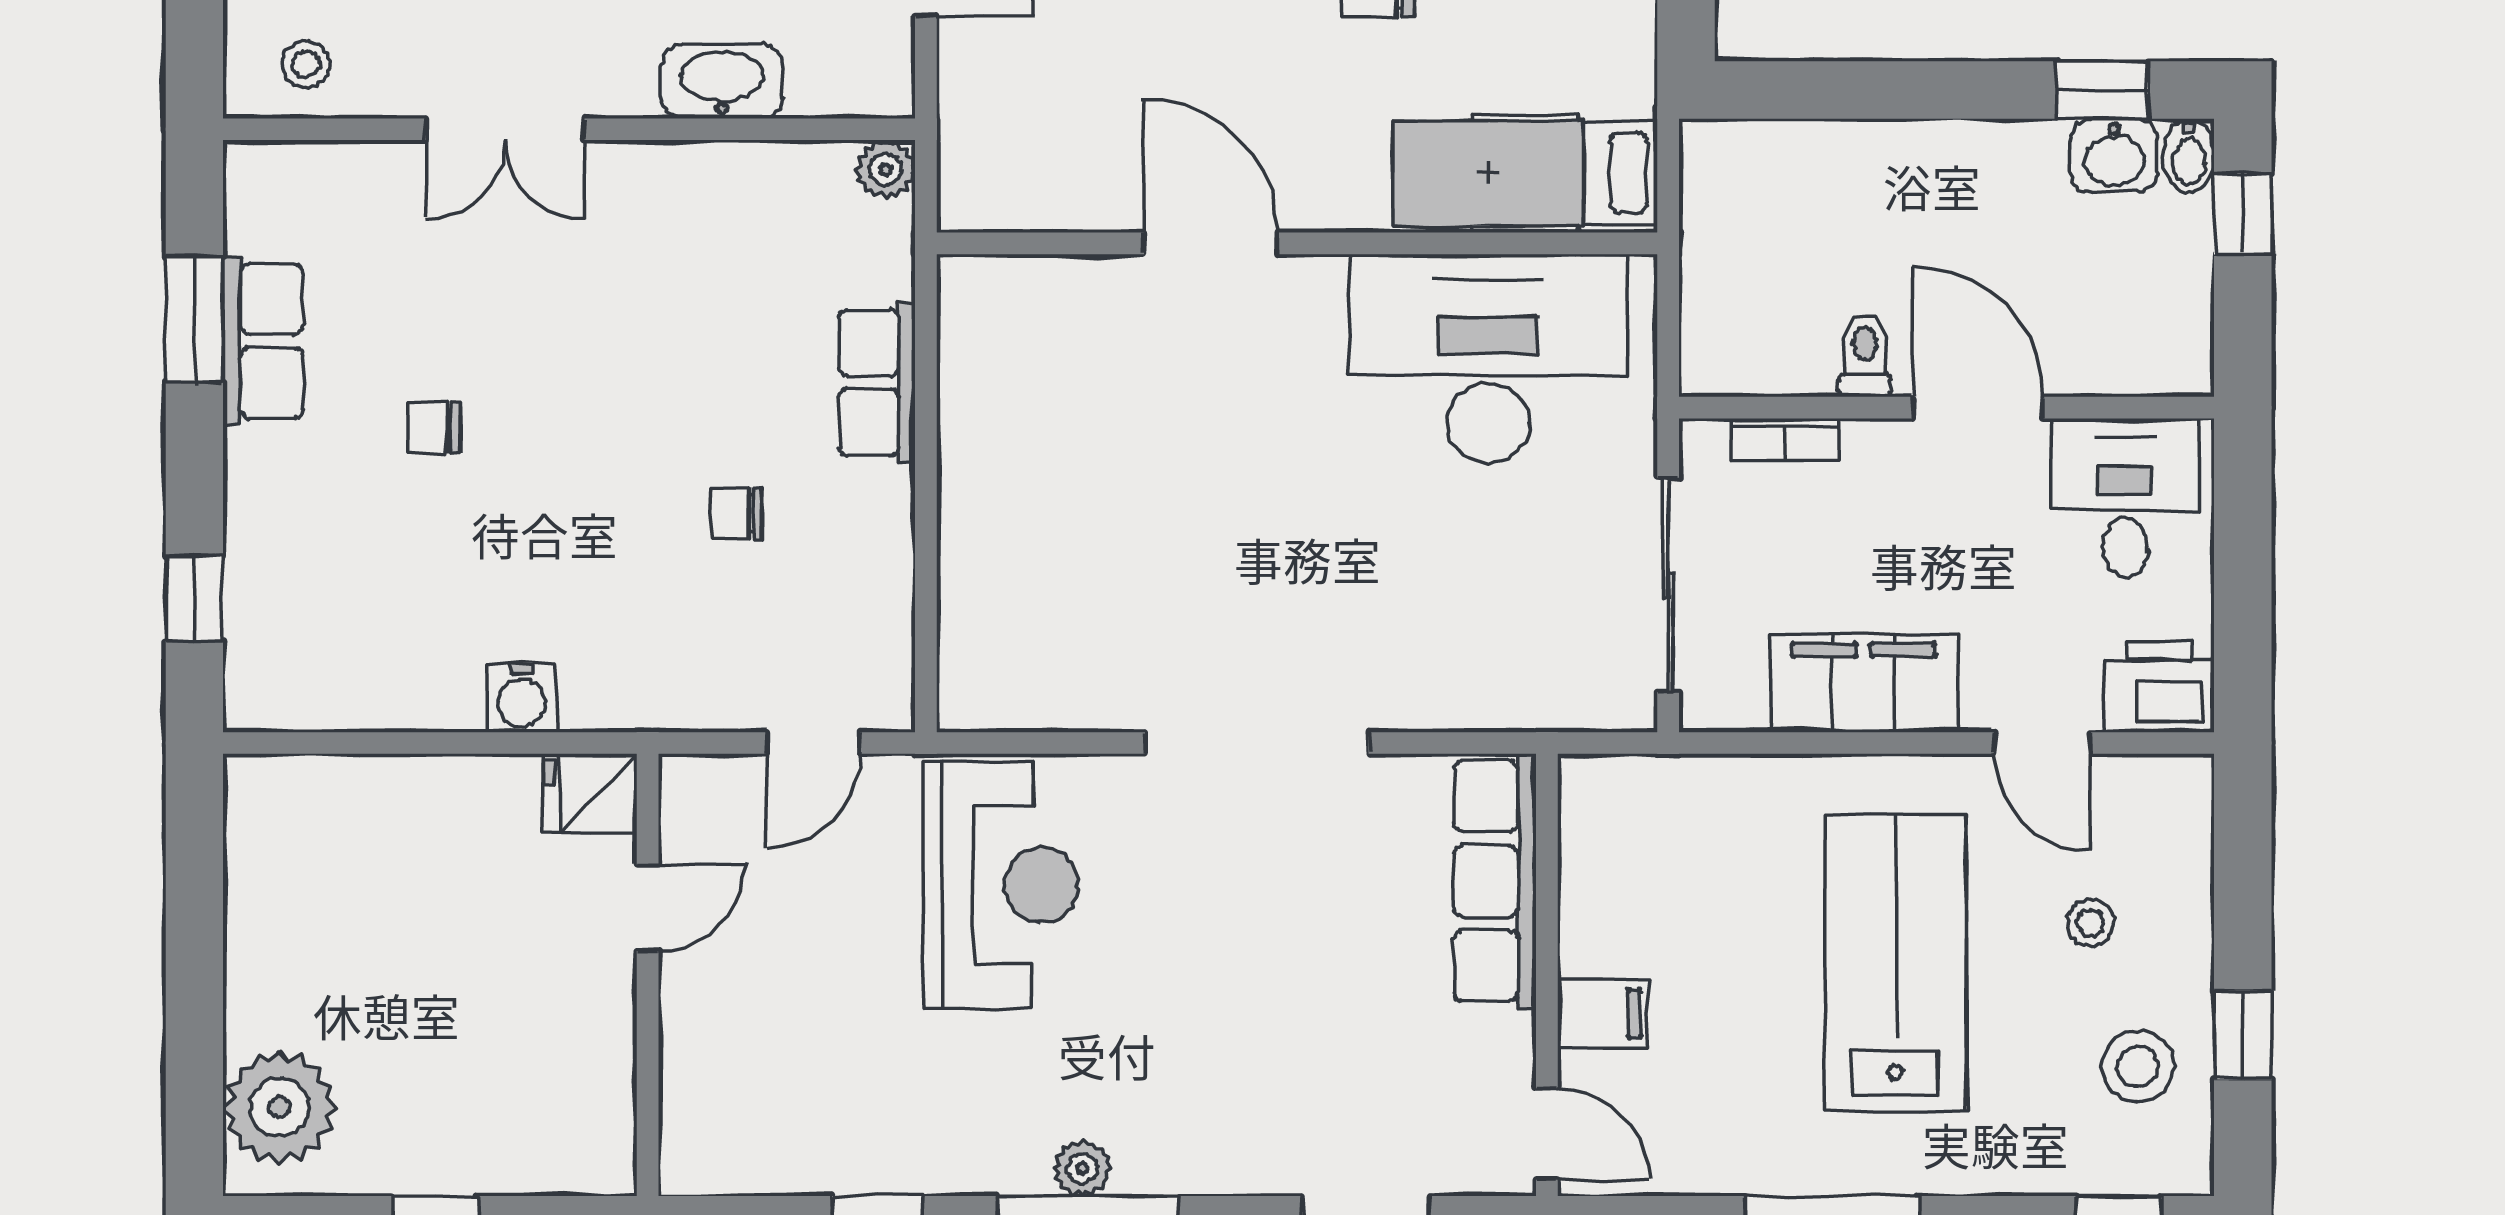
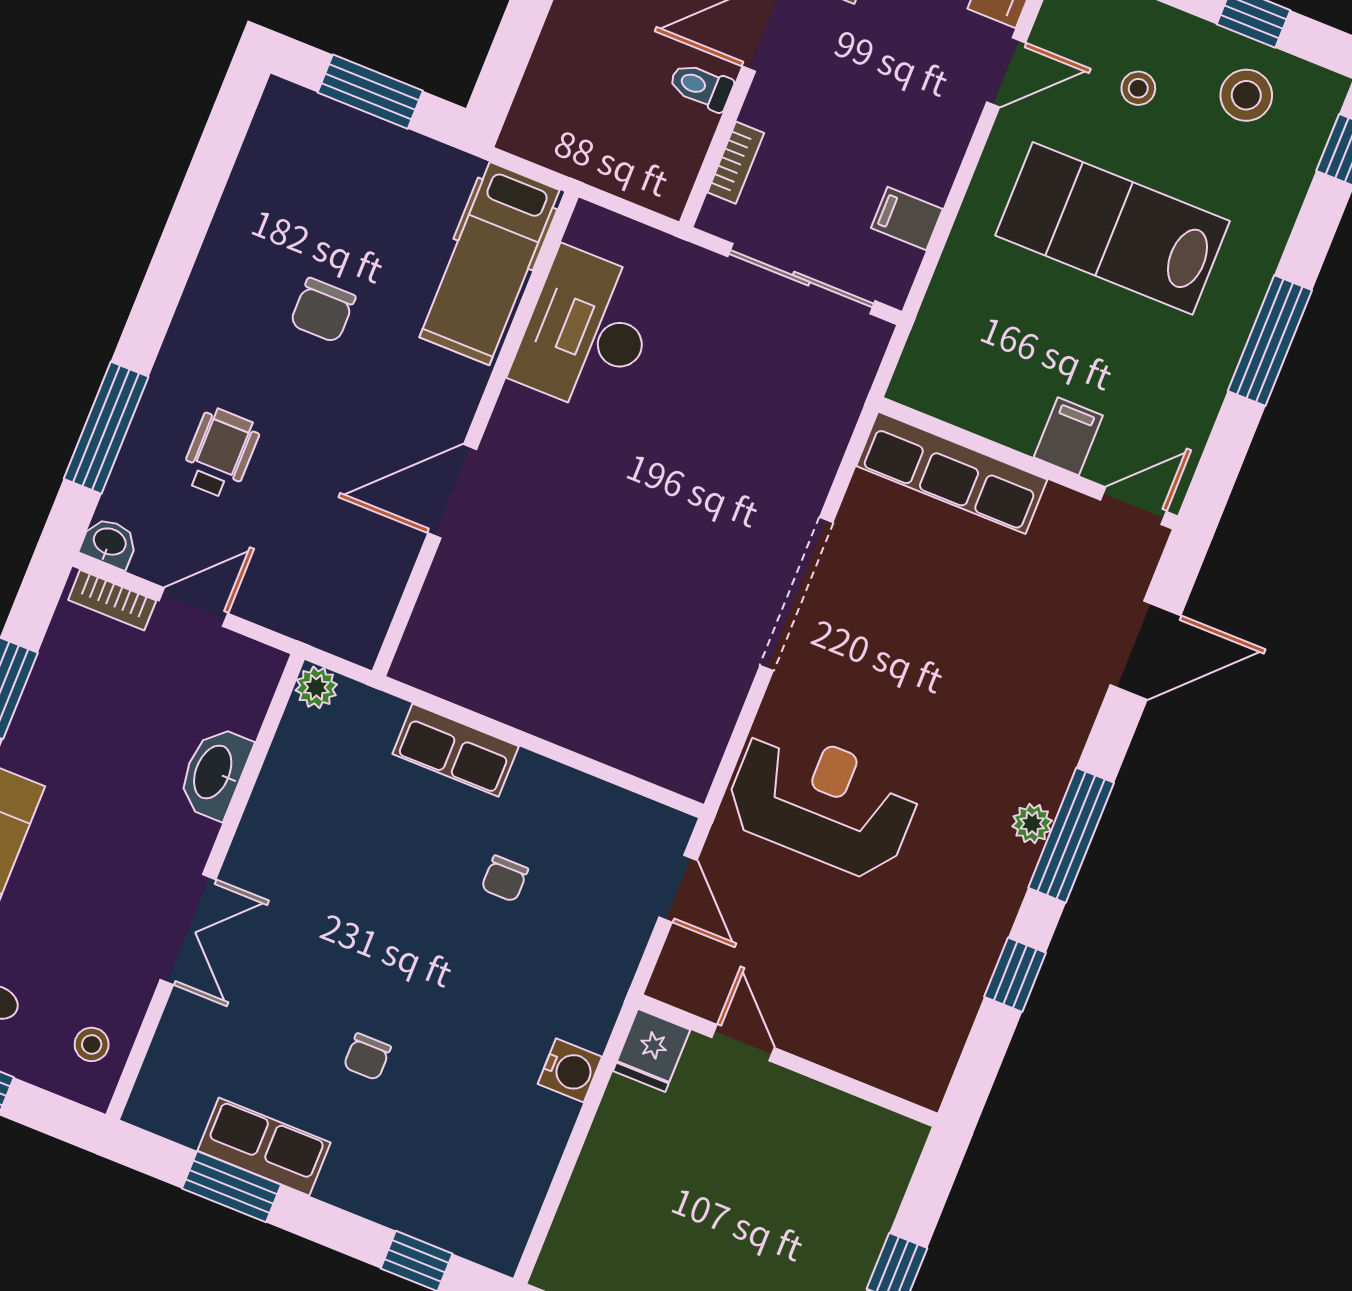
desk: (1488, 359) -> (587, 331), width x0.73, depth x0.77
filing cabinet: (1864, 684) -> (907, 219), width x0.33, depth x0.86

